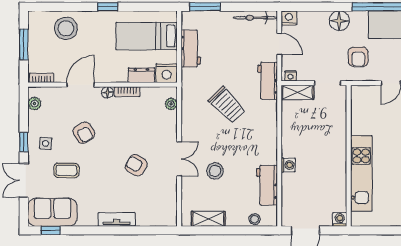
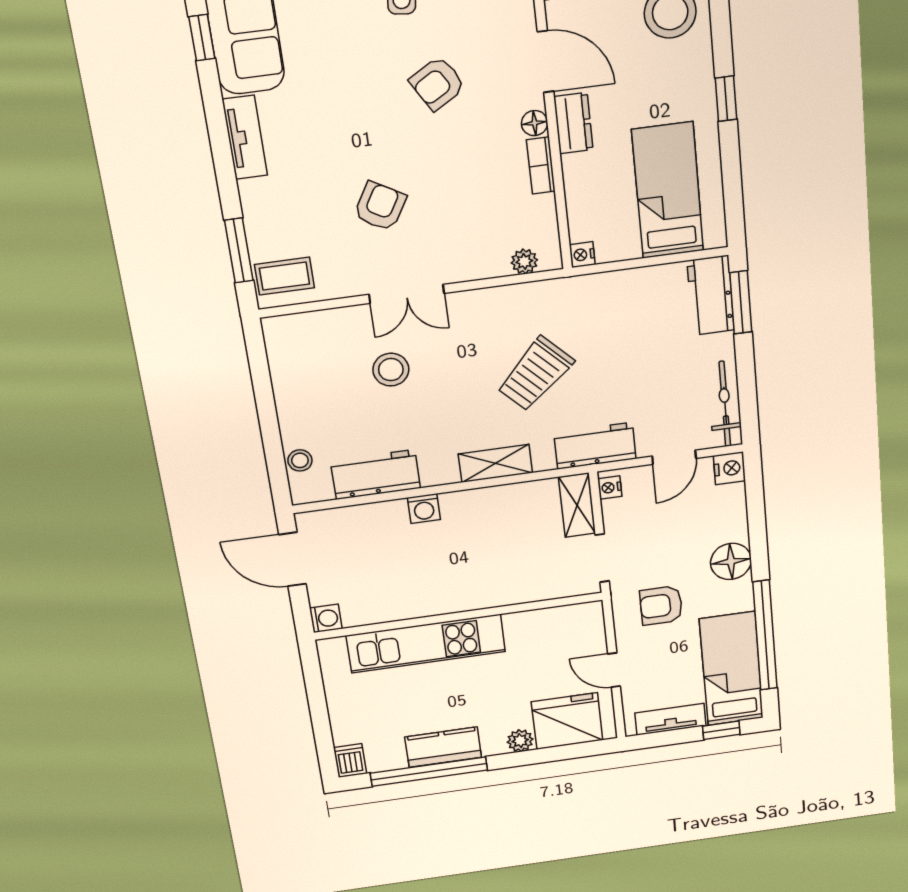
workbench: (191, 49) -> (711, 295), moved, turned 90
nightstand: (167, 73) -> (582, 255), width x0.53, depth x0.56
dresser: (141, 75) -> (573, 123), moved
coffee table: (66, 170) -> (284, 276), moved, turned 90
tv unit: (117, 219) -> (245, 137), moved
shelving: (208, 219) -> (495, 463), moved, turned 90
window: (148, 230) -> (239, 250), added

